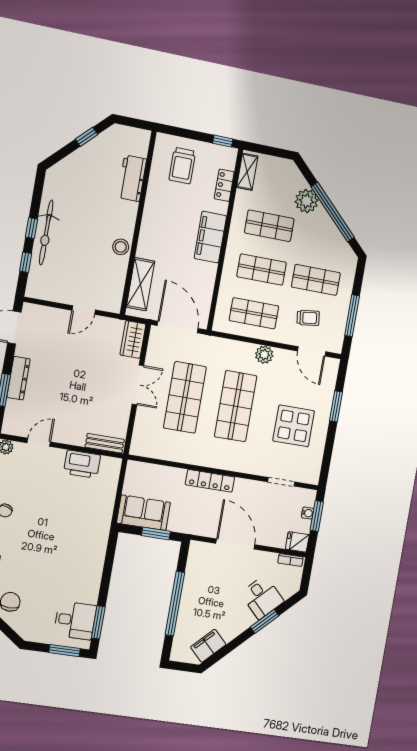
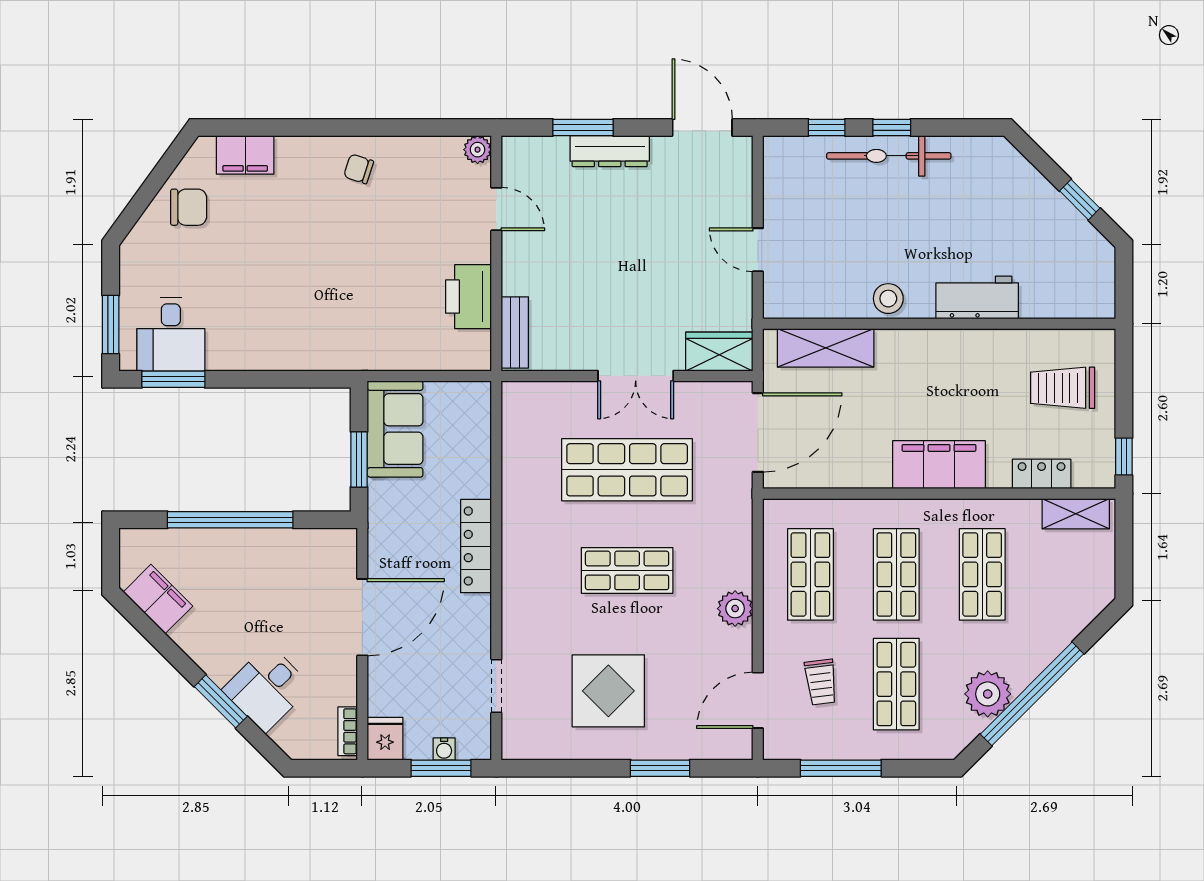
workbench: (132, 178) -> (977, 297), moved
plant: (307, 201) -> (988, 694), moved
shop shelf: (236, 406) -> (627, 570), width x0.70, depth x0.74

